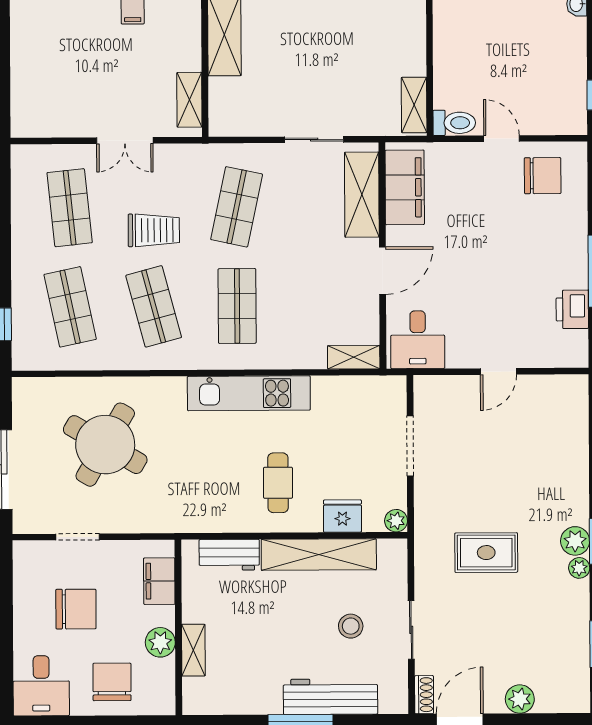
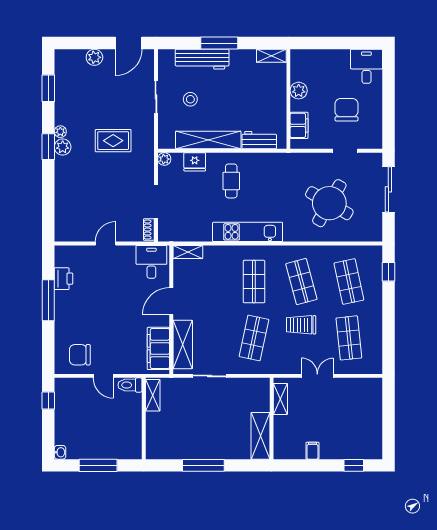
chair: (76, 609) -> (347, 110), turned 90
shelving: (193, 650) -> (271, 56), moved, turned 90
chair: (112, 682) -> (326, 68), removed
shoe rack: (424, 695) -> (149, 230), moved

